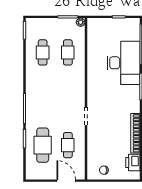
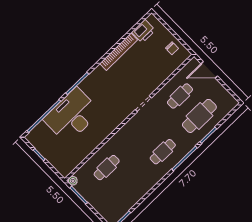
cafe table: (43, 52) -> (163, 152), moved
door: (66, 181) -> (209, 70), hinge flipped

